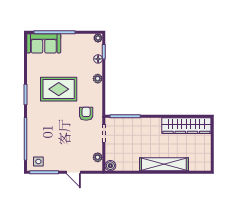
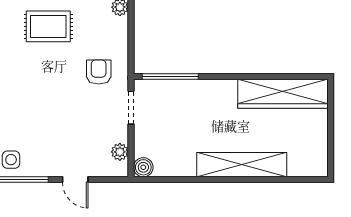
rug: (59, 89) -> (48, 26), width x0.73, depth x0.70

